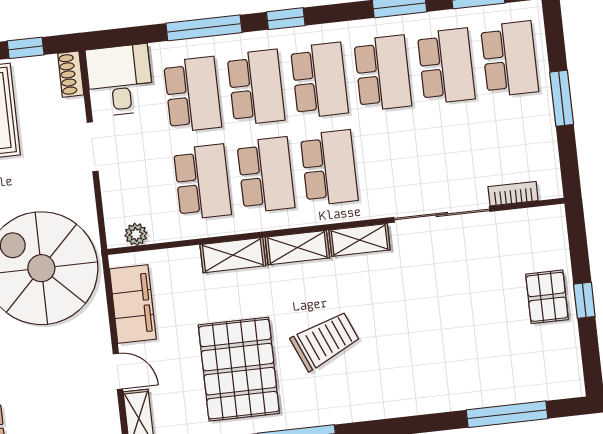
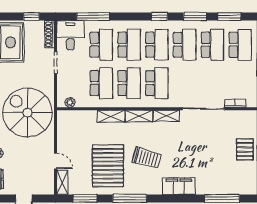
window: (286, 19) -> (159, 16), moved
window: (204, 28) -> (93, 16), moved
shoe rack: (71, 74) -> (50, 34), width x1.43
filing cabinet: (133, 304) -> (179, 186), moved, turned -90
trolley: (325, 341) -> (147, 158), turned 38

